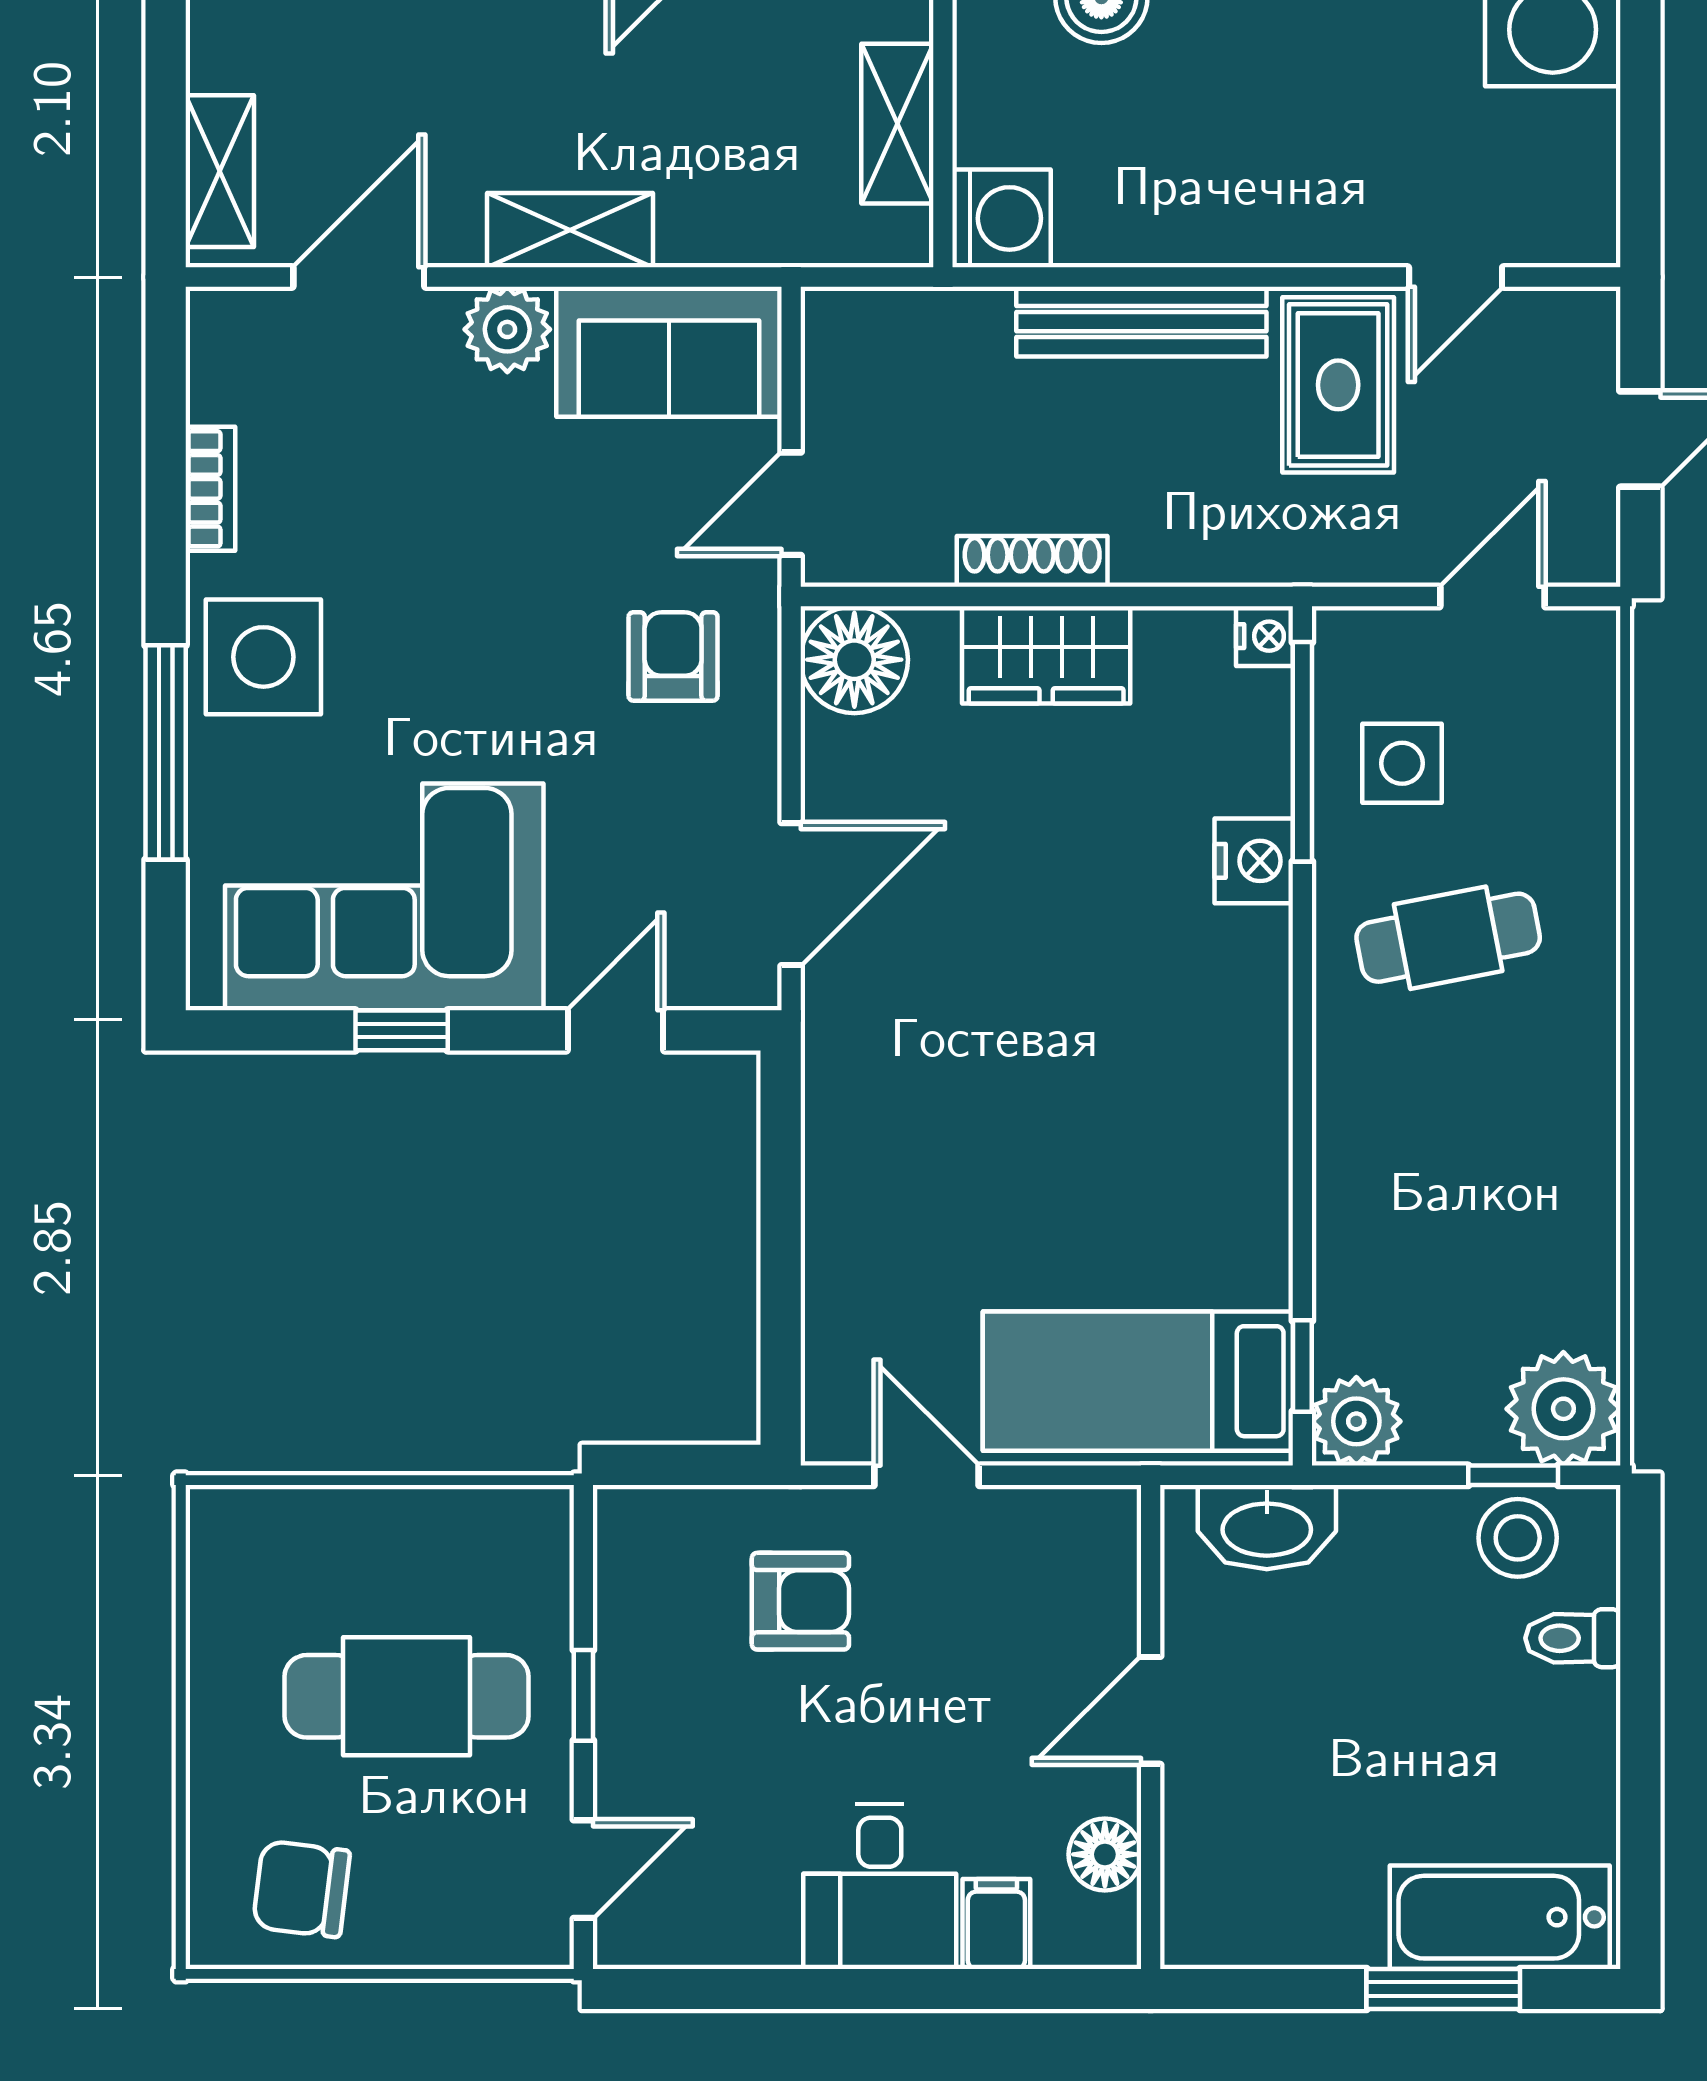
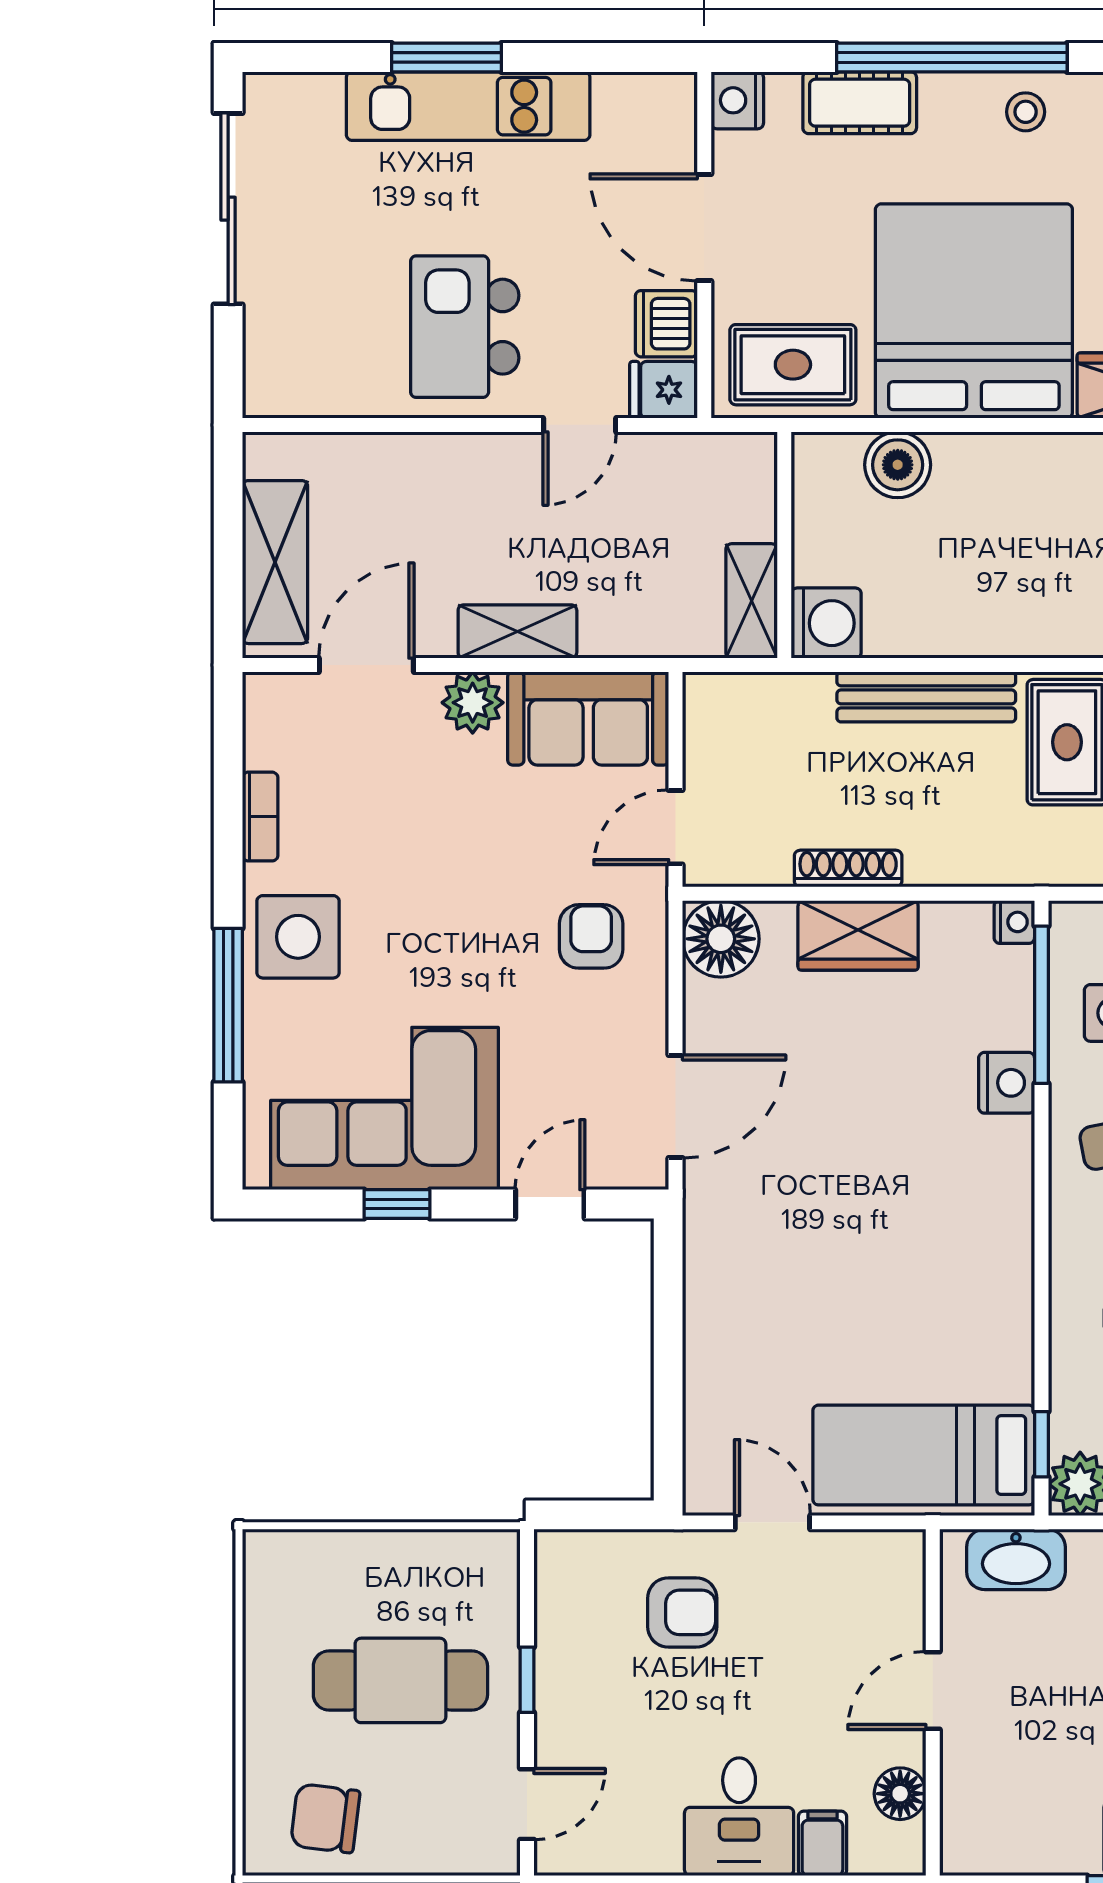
shelving: (897, 124) -> (752, 601), moved
shelving: (220, 171) -> (275, 562), width x1.50, depth x1.33

